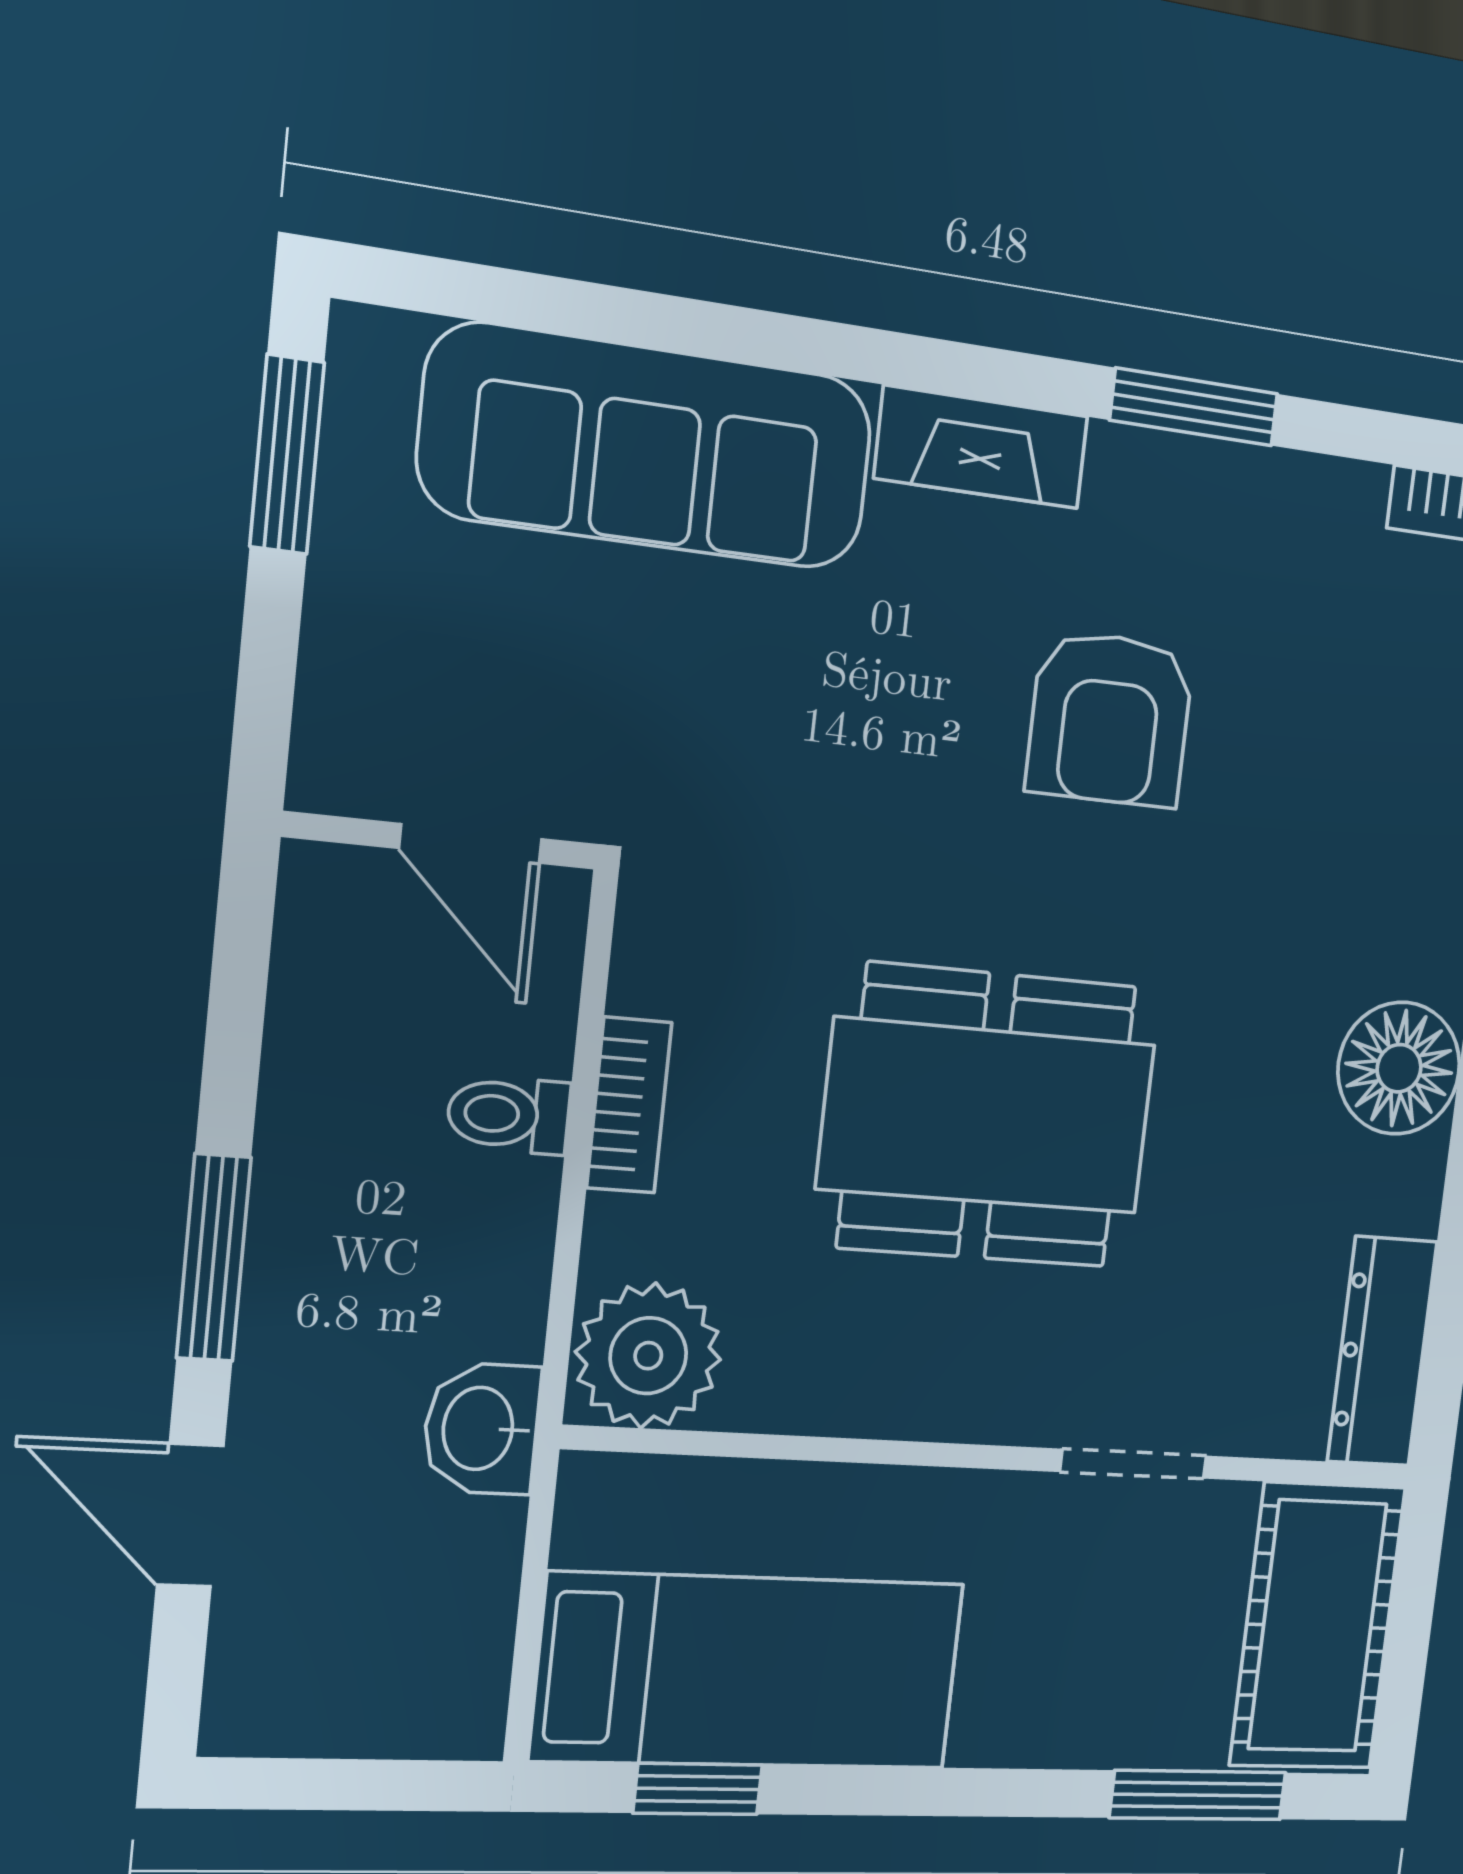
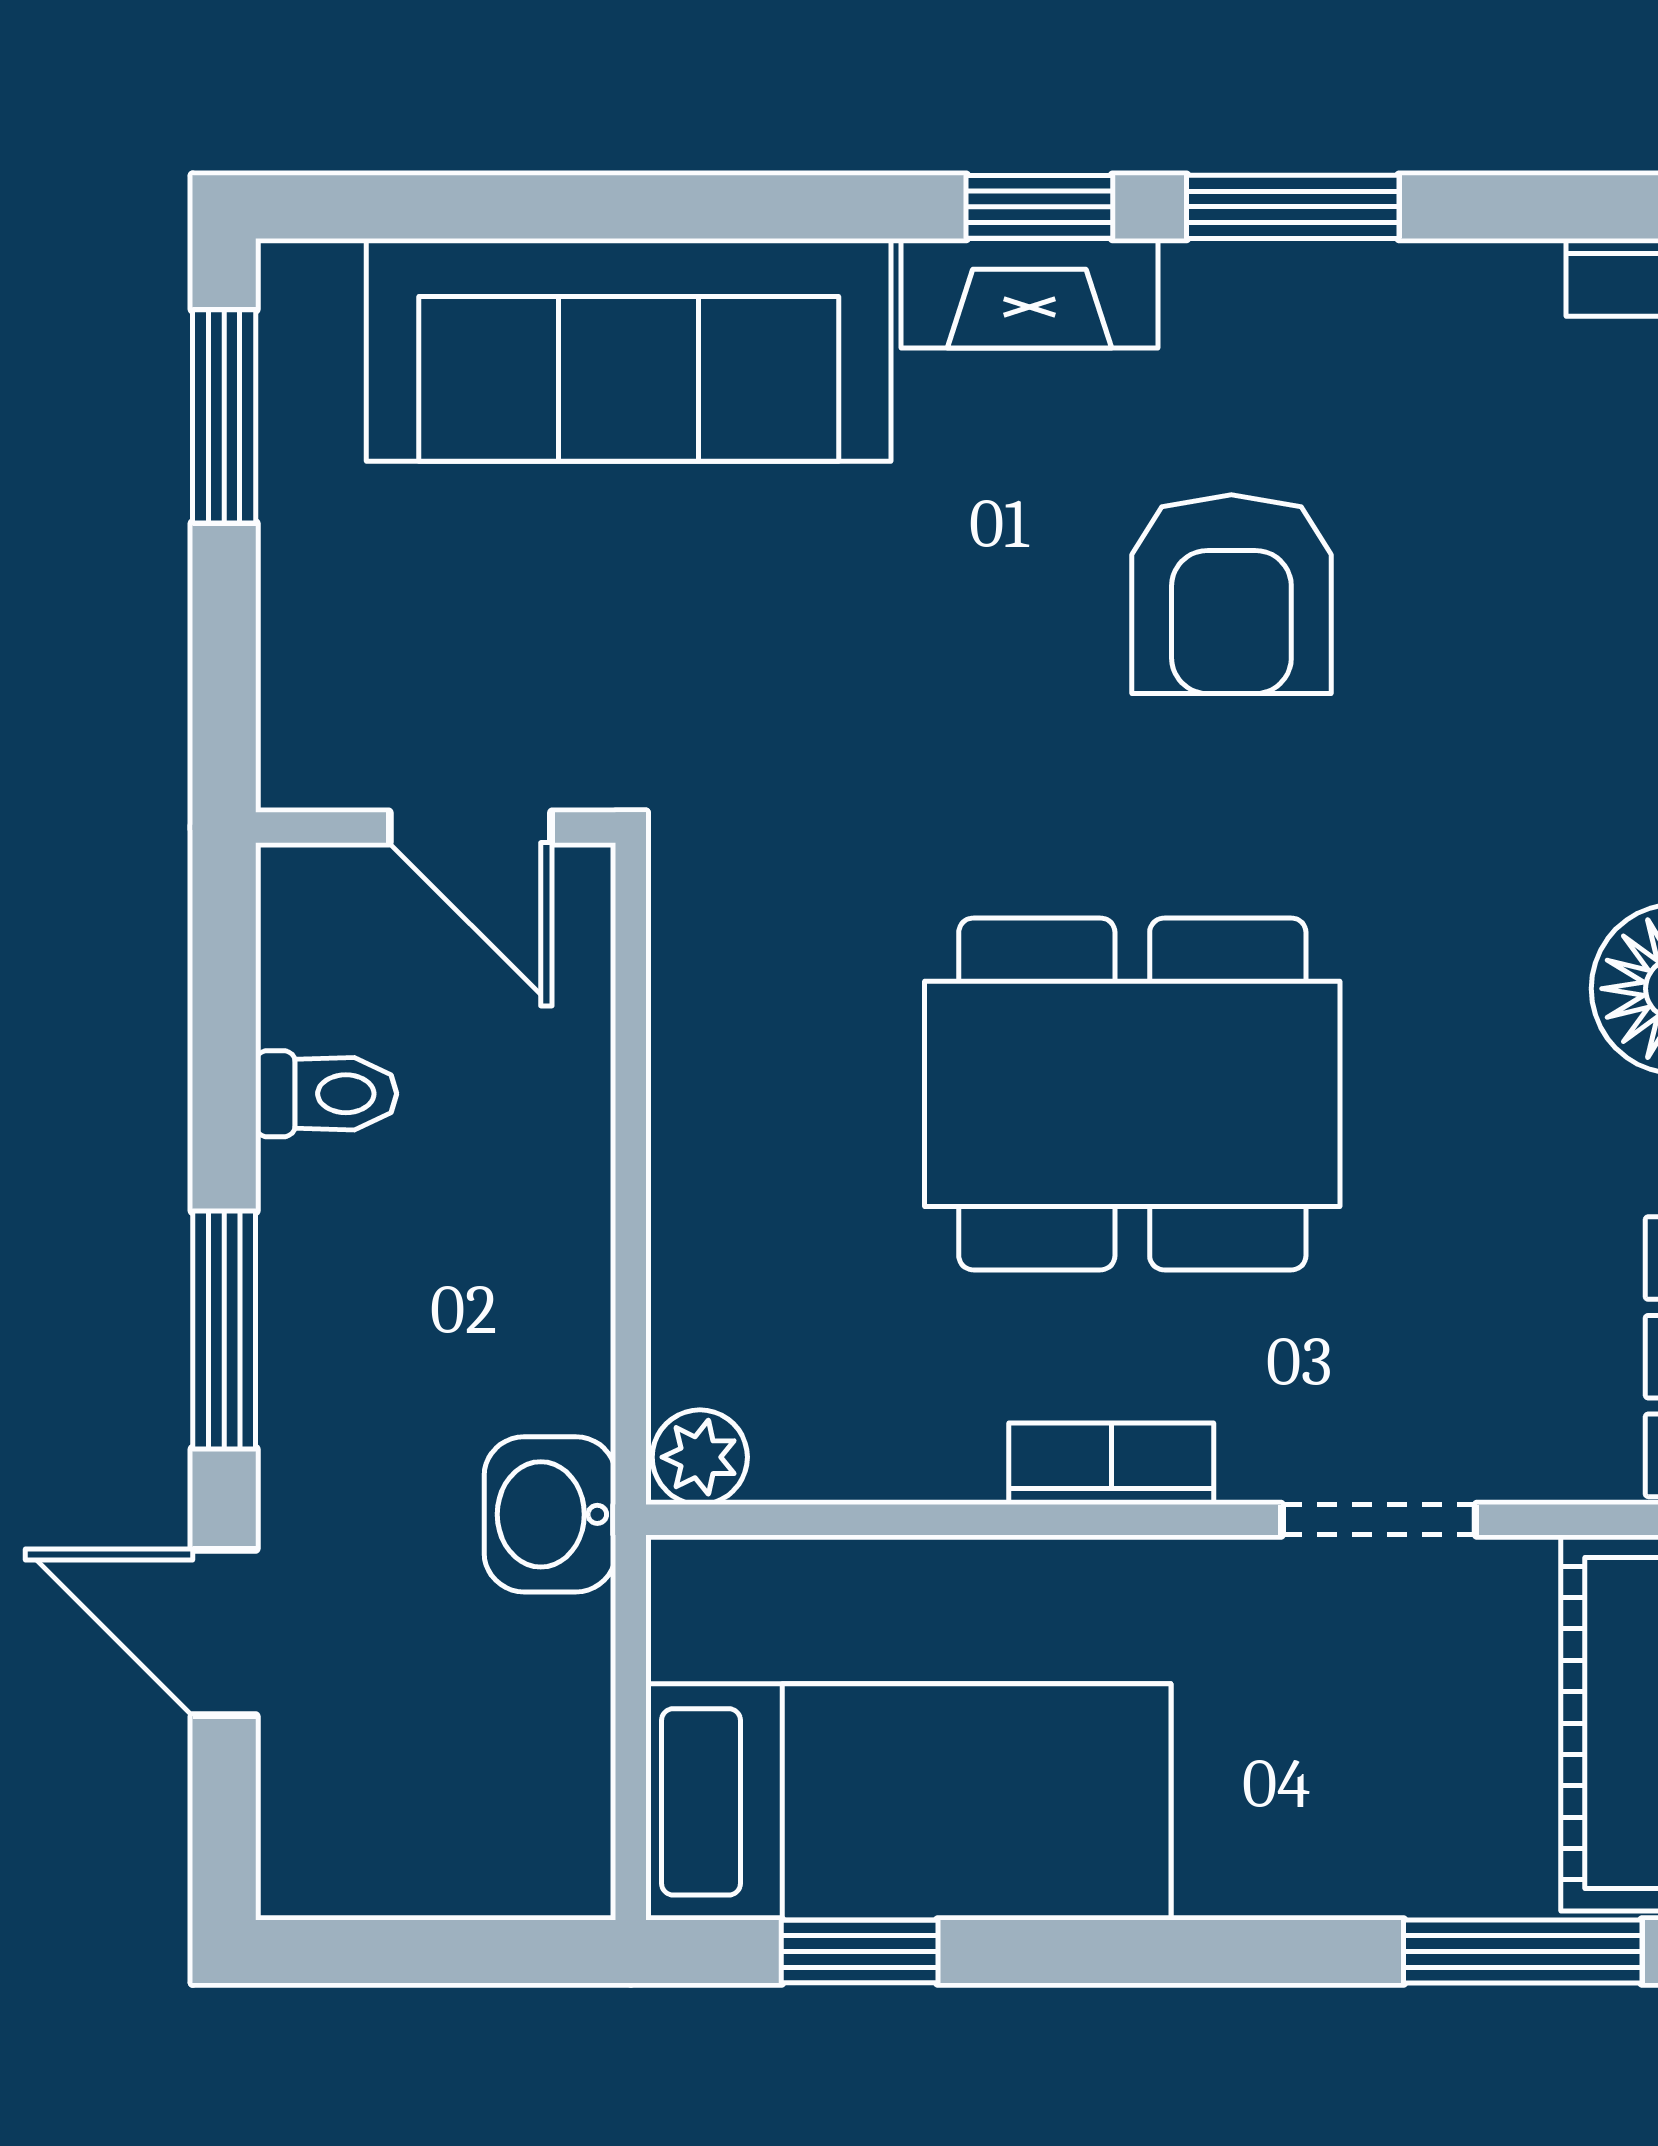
window: (997, 376) -> (1039, 207), added
bookcase: (629, 1105) -> (1111, 1464), moved, turned -90
toilet: (509, 1115) -> (326, 1094), moved, turned 180
plant: (648, 1356) -> (700, 1457), width x0.53, depth x0.53

